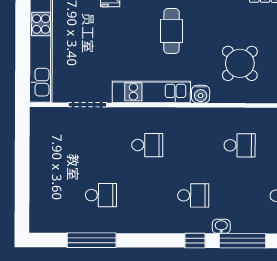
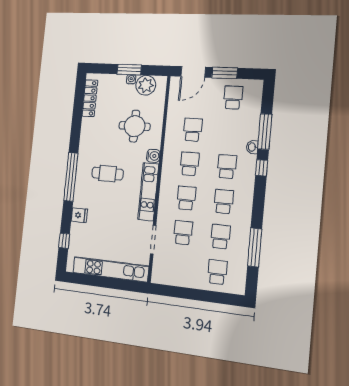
round table: (240, 63) -> (135, 126), turned 45
school desk: (101, 145) -> (183, 233), added
school desk: (193, 145) -> (190, 164), added
school desk: (55, 195) -> (217, 272), added
school desk: (147, 195) -> (224, 202), added

